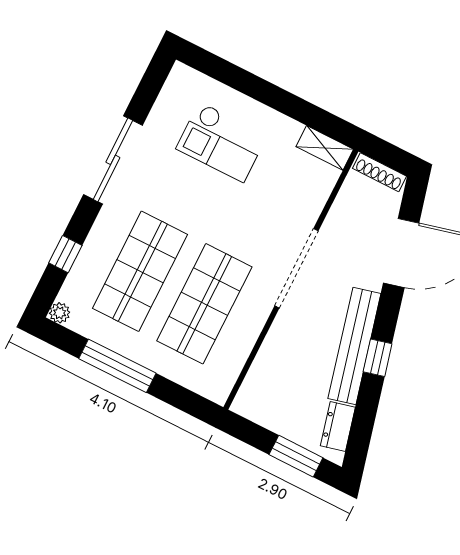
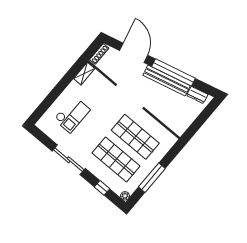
window: (378, 358) -> (173, 72), width x3.17
window: (296, 456) -> (205, 115), removed

